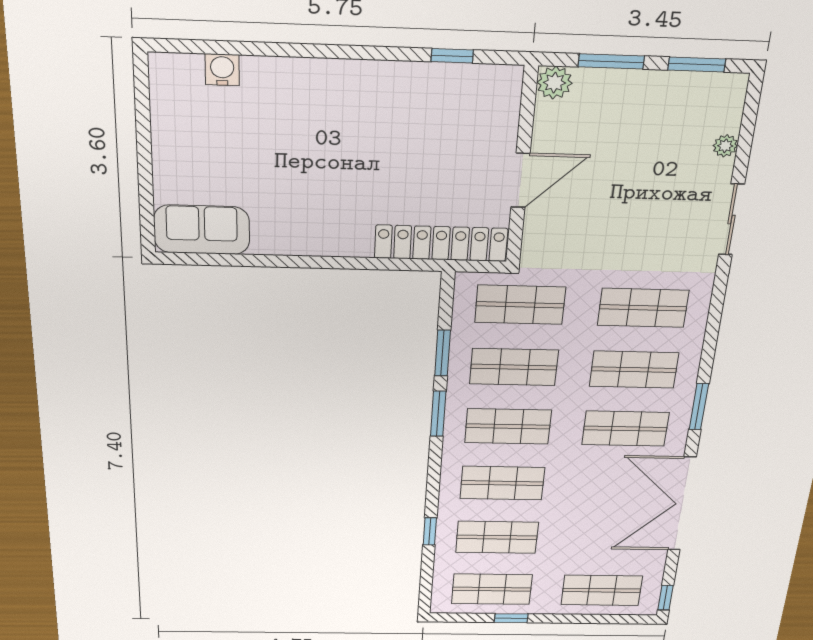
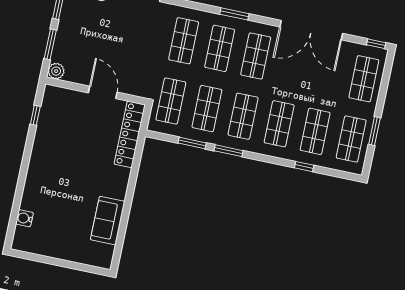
sofa: (202, 230) -> (108, 221), moved
window: (699, 407) -> (234, 14), moved
window: (511, 618) -> (374, 131), width x1.50

